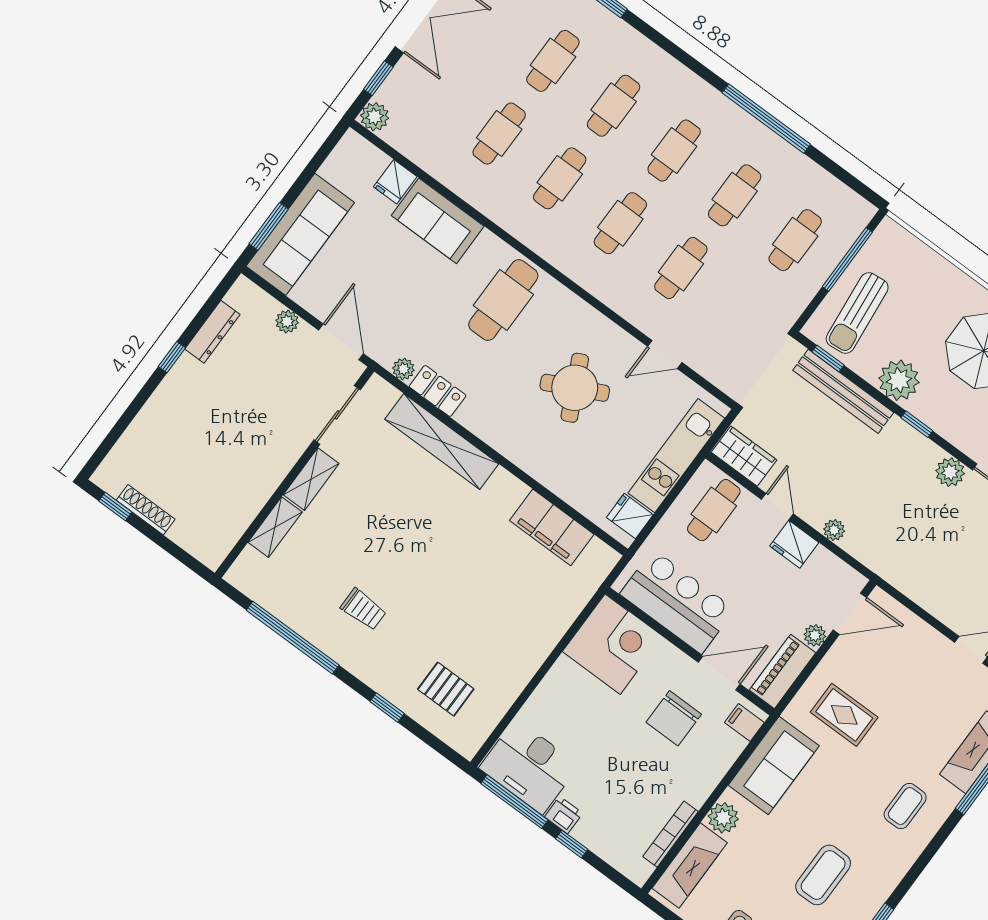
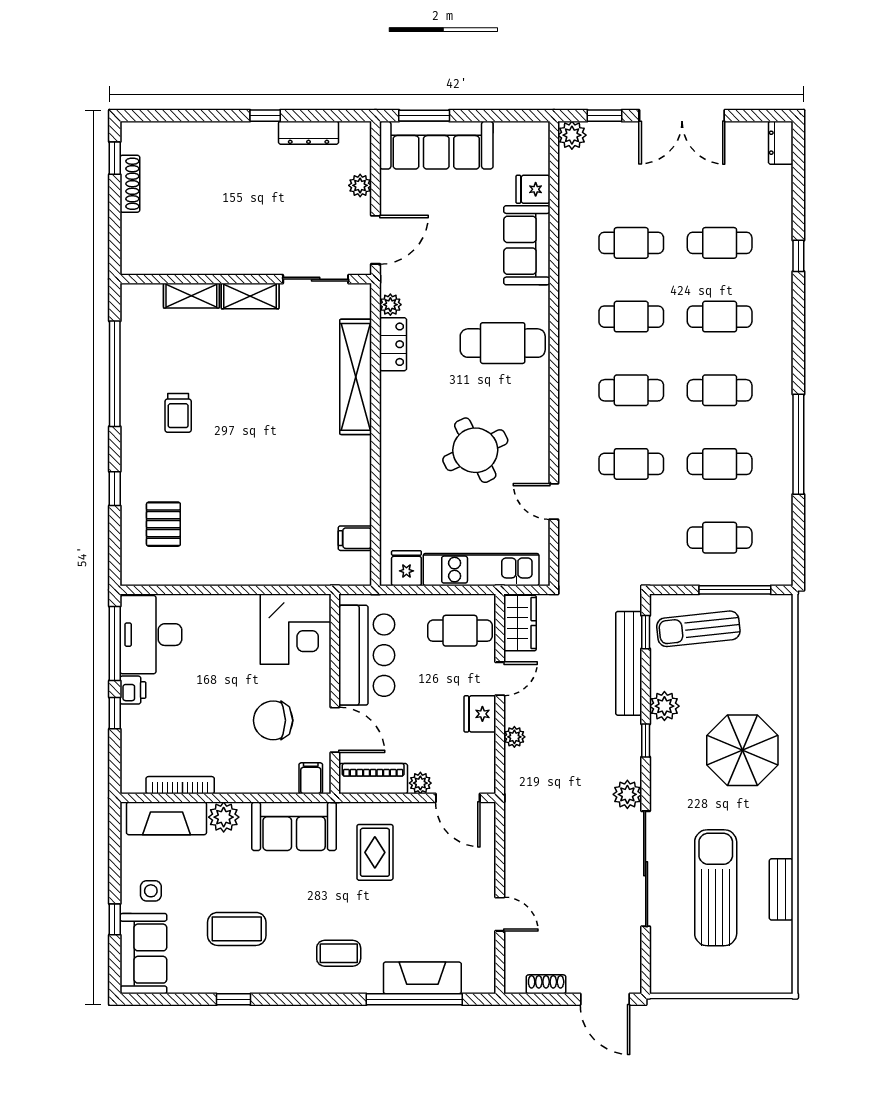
plant: (899, 380) -> (664, 706), width x0.73, depth x0.73
filing cabinet: (552, 527) -> (355, 538), width x0.33, depth x0.86

